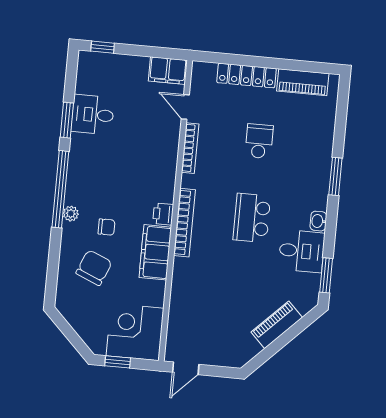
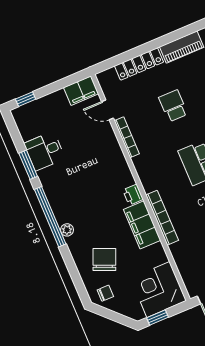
bookcase: (184, 223) -> (162, 218), moved
chair: (106, 227) -> (105, 293), moved

